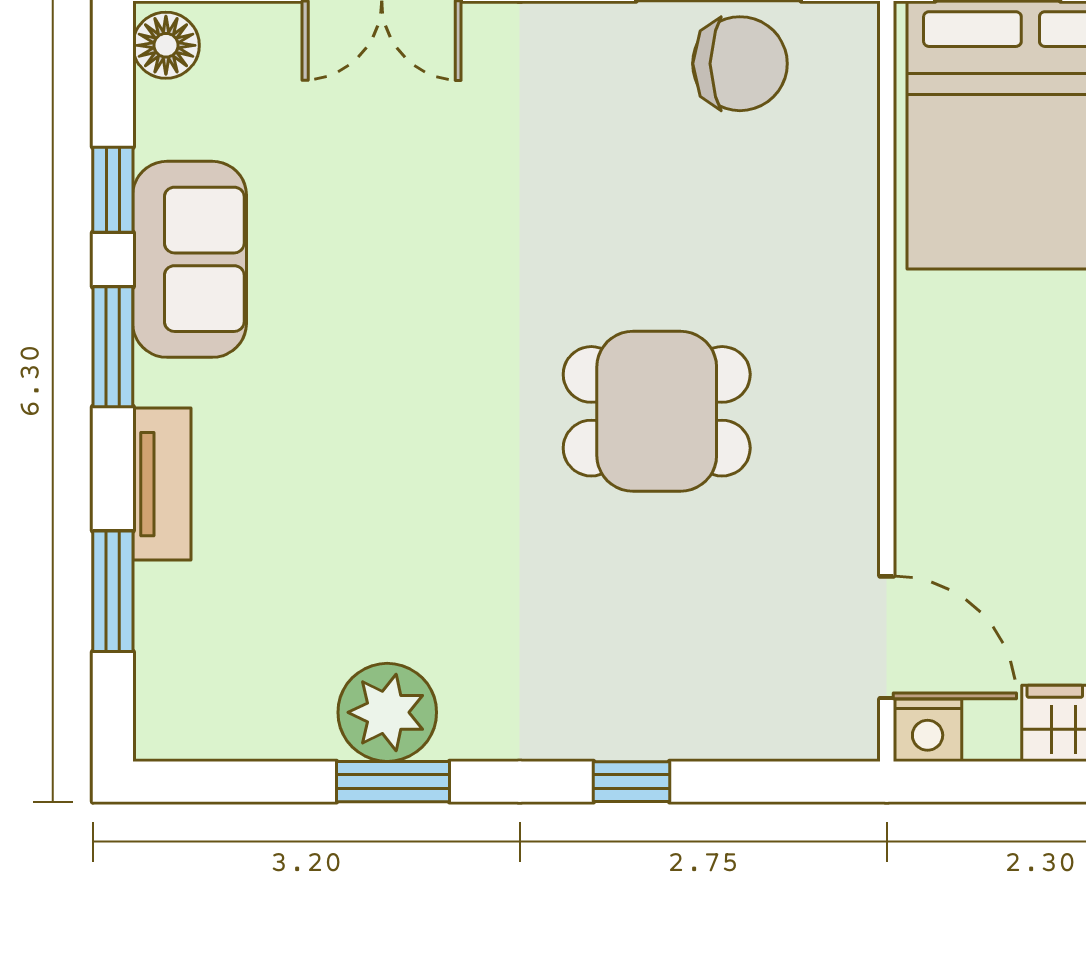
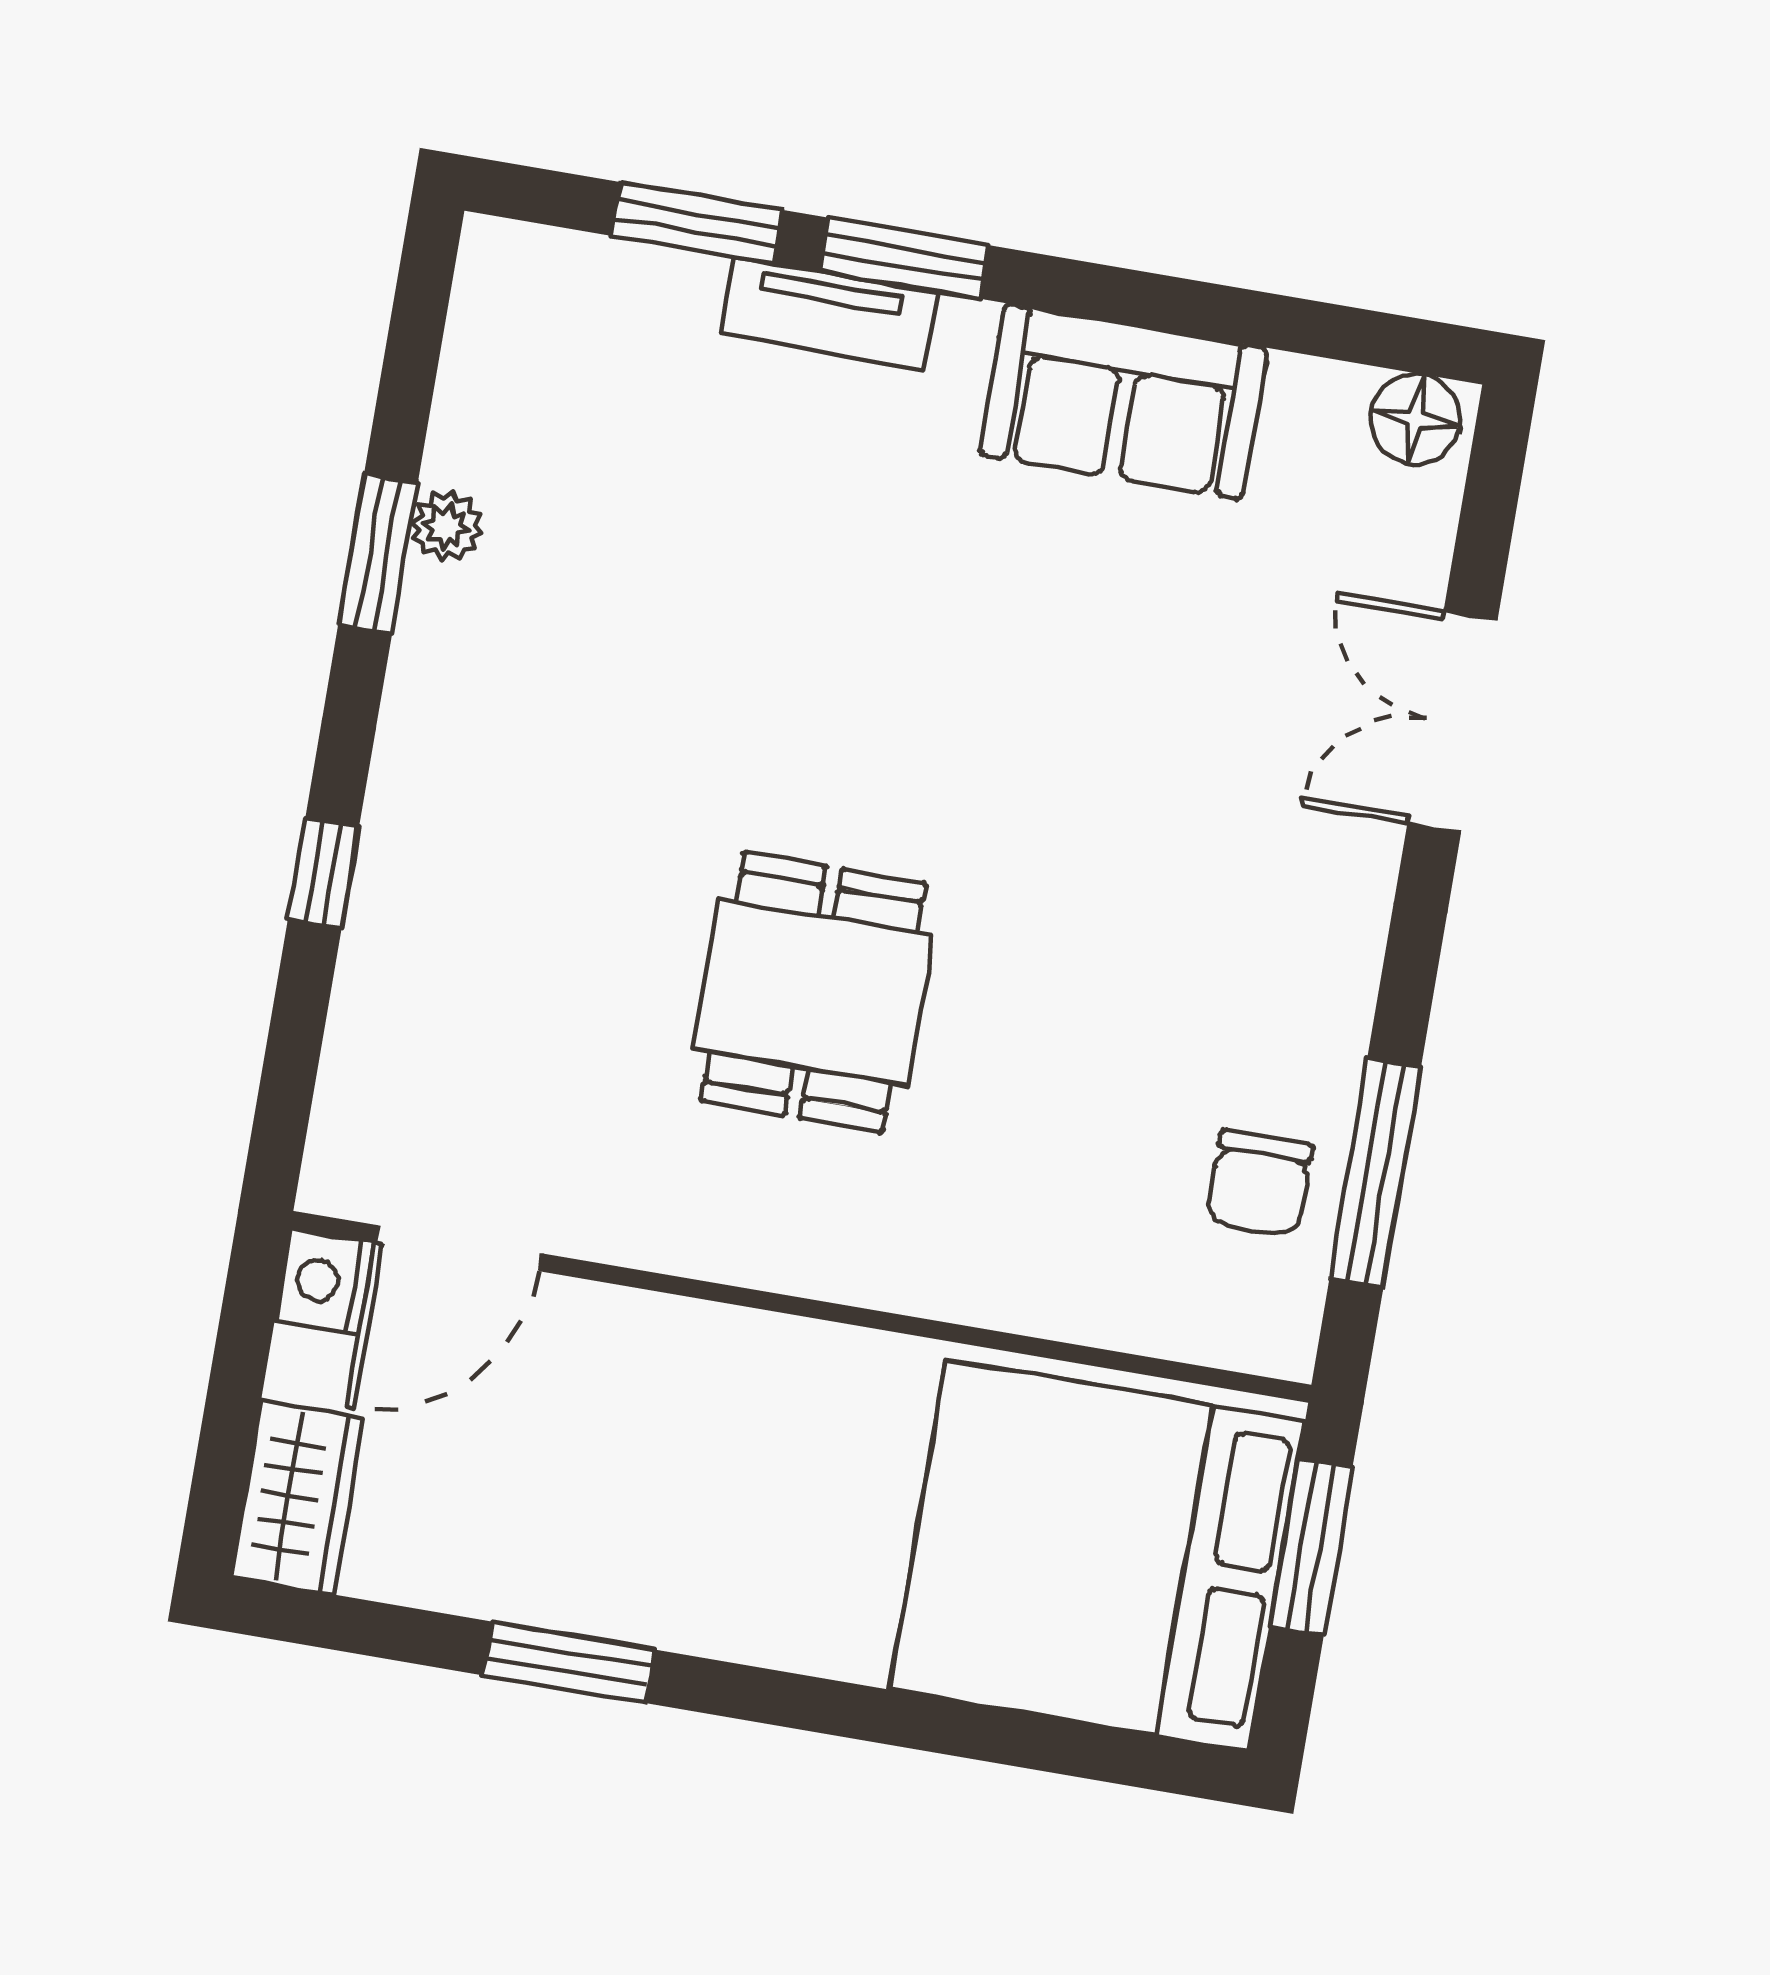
chair: (740, 64) -> (1260, 1183), width x0.73, depth x0.73
window: (113, 190) -> (1234, 315), removed
window: (113, 347) -> (904, 258), moved
plant: (387, 712) -> (446, 526), width x0.53, depth x0.53

